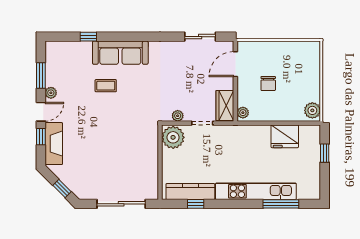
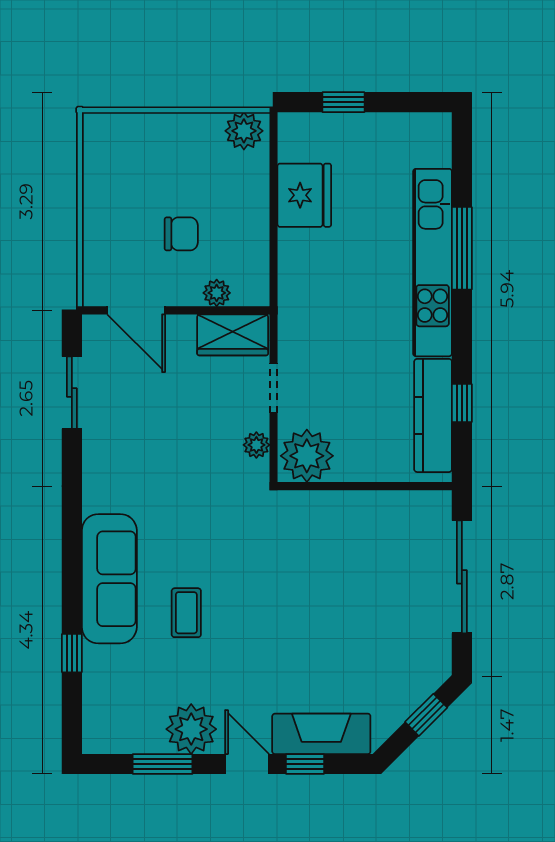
plant: (51, 93) -> (191, 729), width x1.87, depth x1.87
plant: (243, 113) -> (217, 293), moved
window: (281, 204) -> (462, 248), moved

